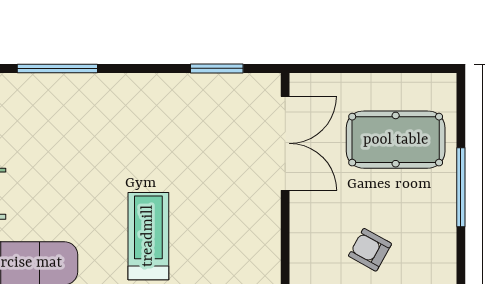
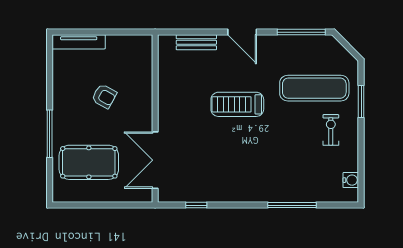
window: (217, 68) -> (196, 205), width x0.67
treadmill: (148, 236) -> (237, 104), turned 90

